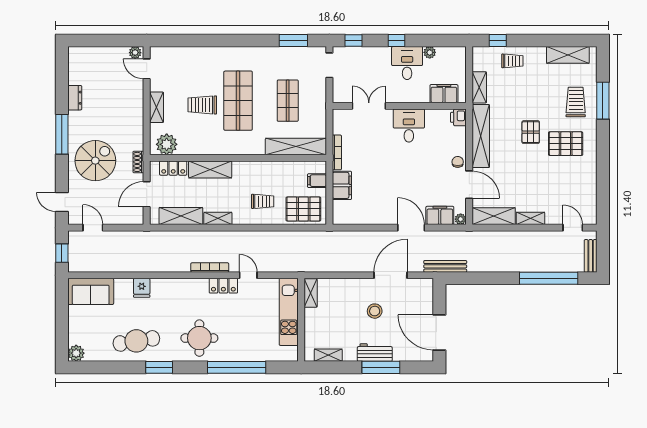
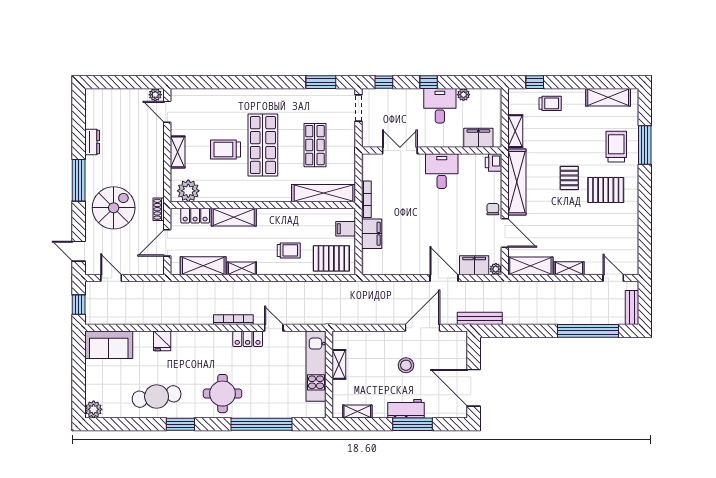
shelving: (311, 293) -> (339, 364), moved

